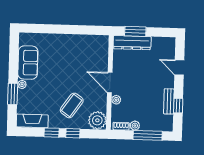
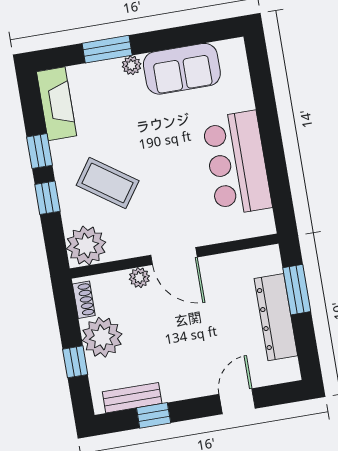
dresser: (132, 43) -> (276, 317), moved
bar counter: (74, 47) -> (237, 163), added
door: (110, 83) -> (174, 256), swing flipped
bench: (169, 101) -> (132, 398), moved
plant: (135, 126) -> (102, 337), width x1.88, depth x1.88
window: (148, 135) -> (75, 362), width x0.46

